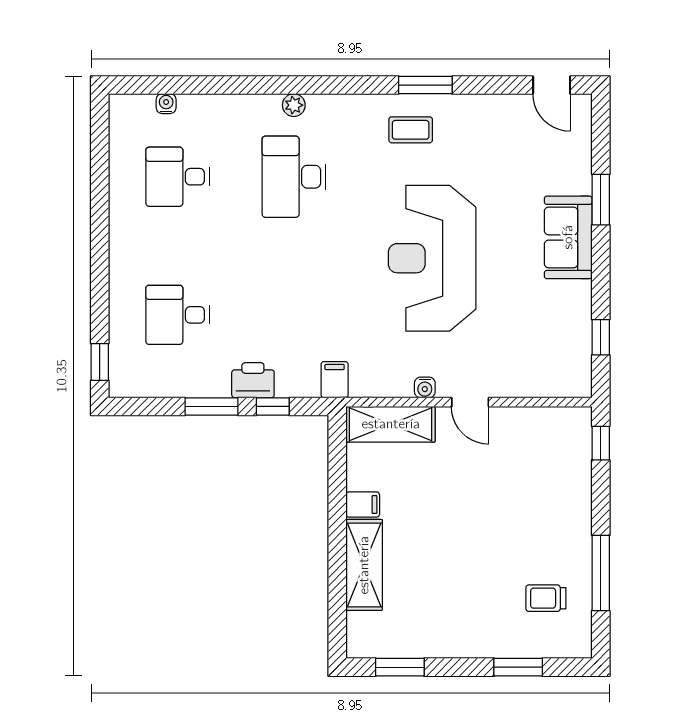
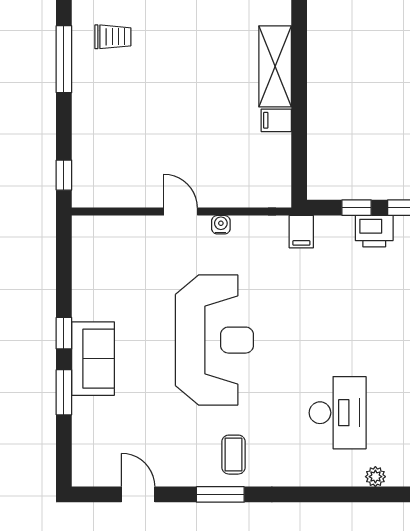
door: (552, 85) -> (138, 494), moved
plant: (294, 105) -> (375, 477), moved
coffee table: (411, 130) -> (234, 455), turned 90
window: (601, 337) -> (64, 333), moved
shelving: (391, 424) -> (251, 192), removed

